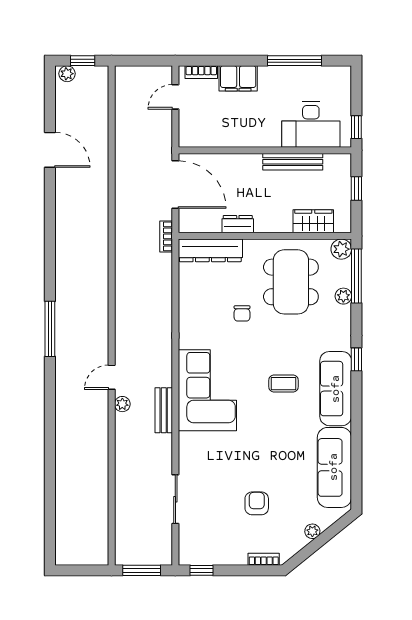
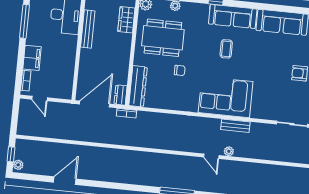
dresser: (238, 224) -> (121, 95), moved

